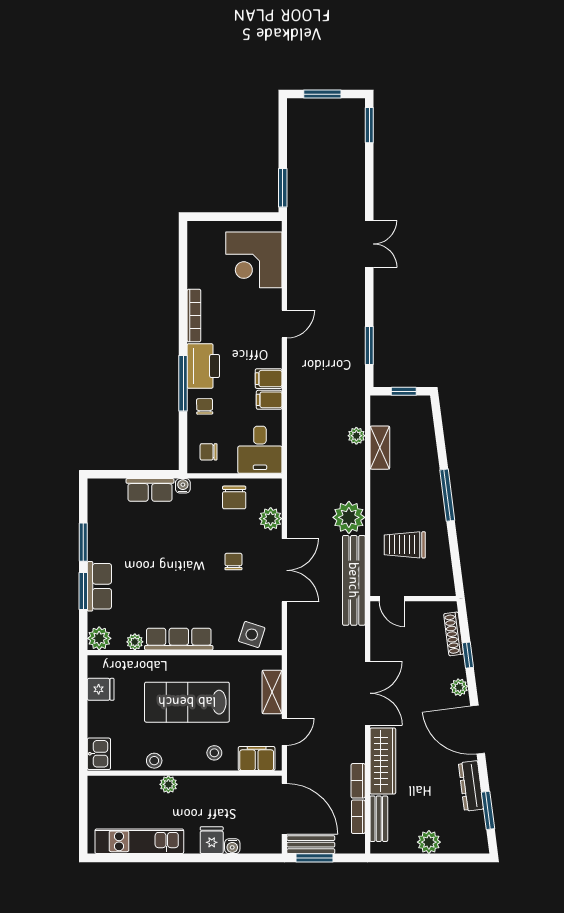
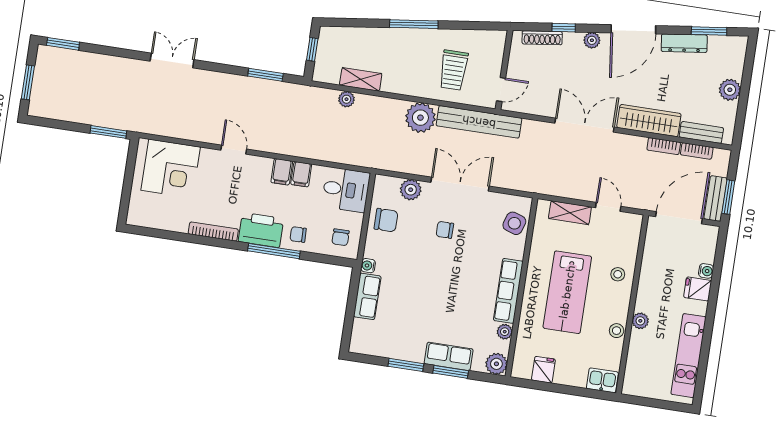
filing cabinet: (257, 758) -> (629, 236), removed

